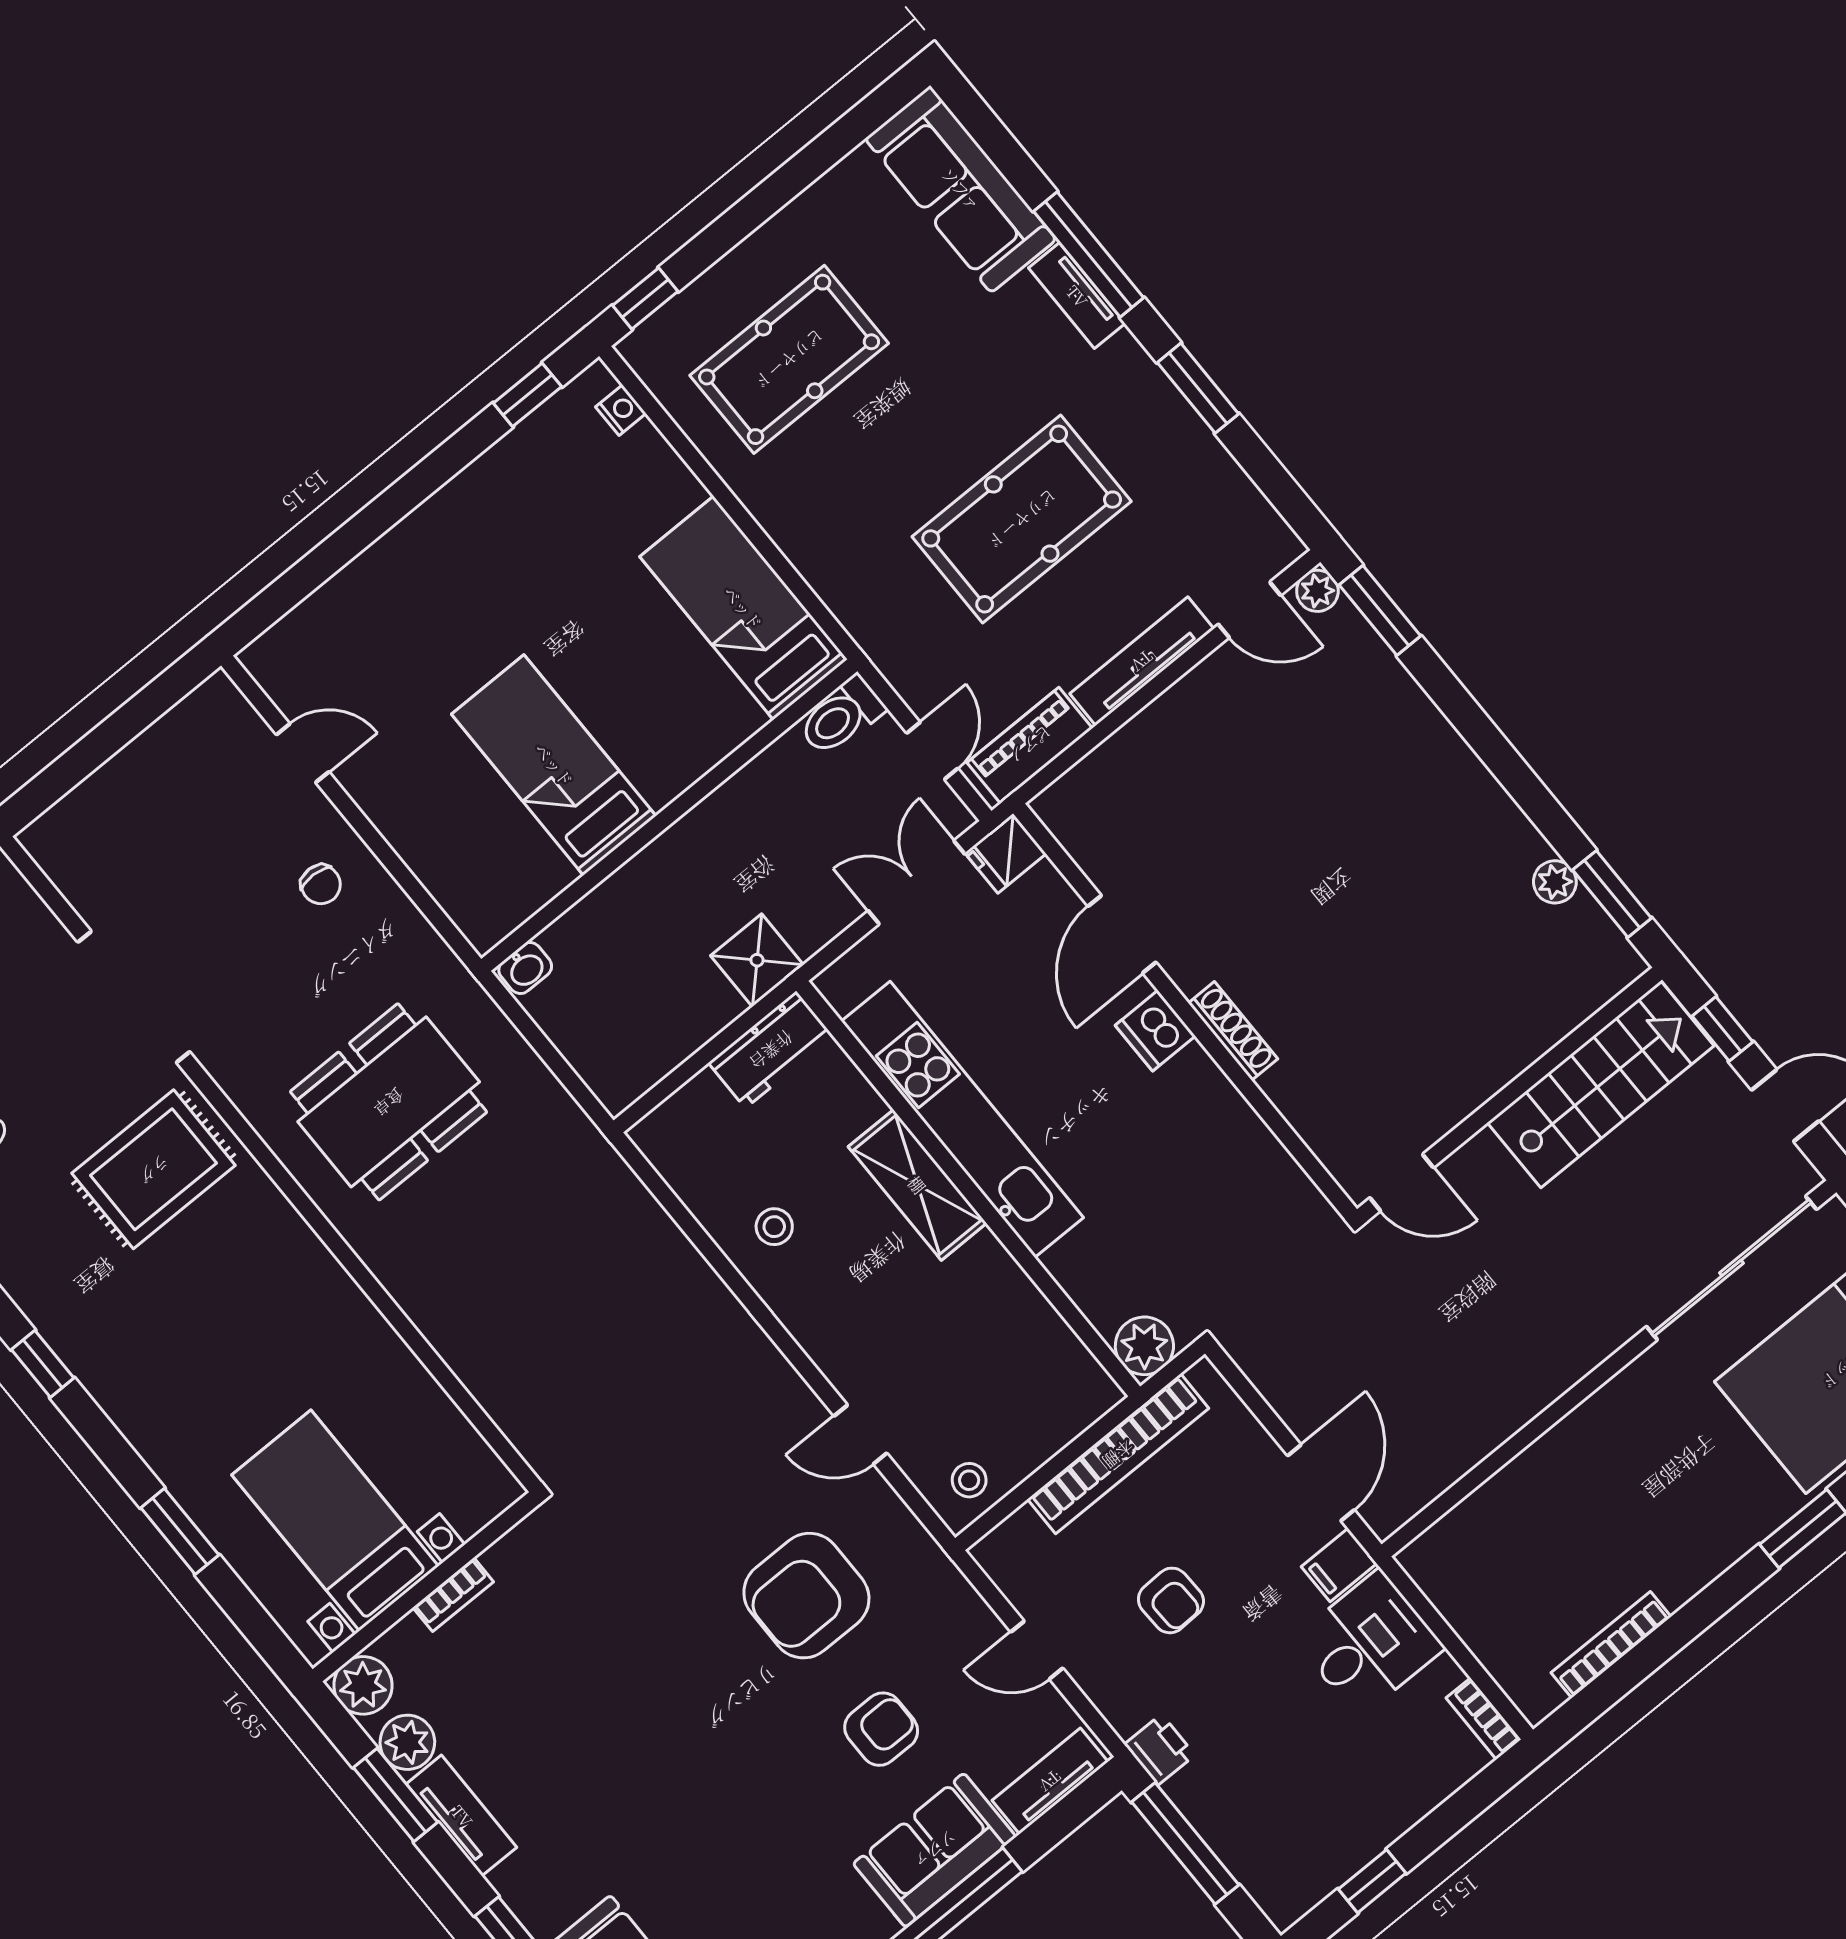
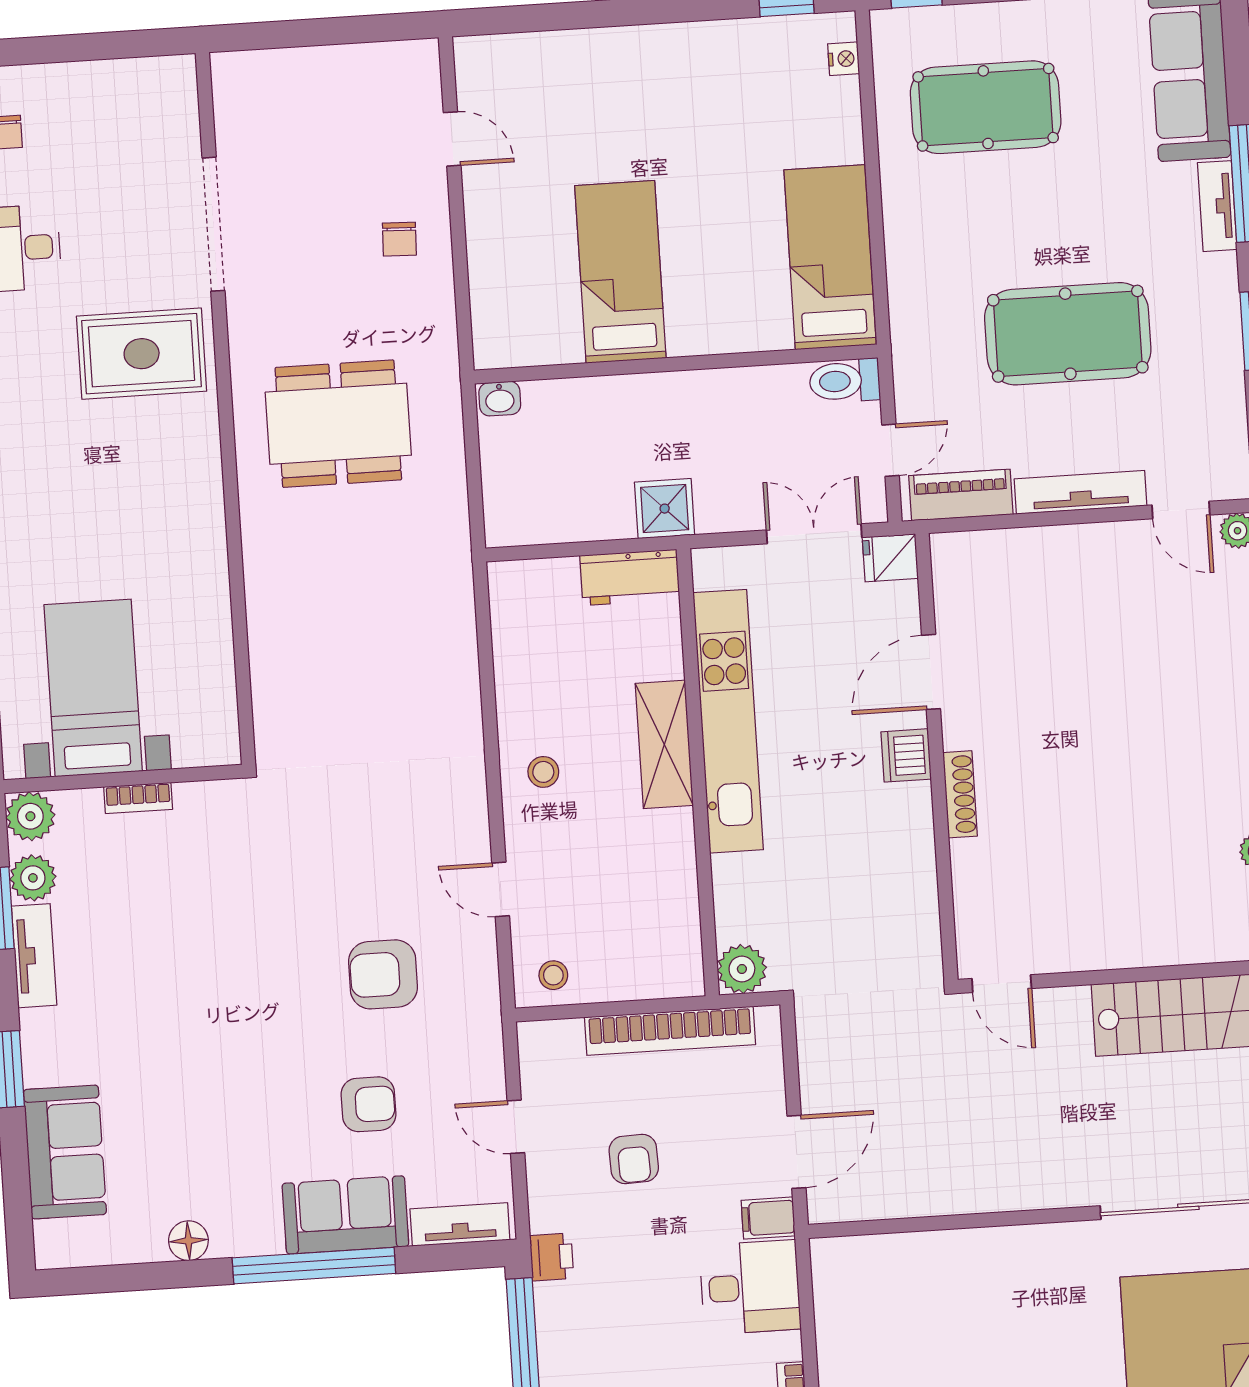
stool: (774, 1227) -> (543, 772), moved
armchair: (806, 1596) -> (383, 974), width x0.73, depth x0.73

